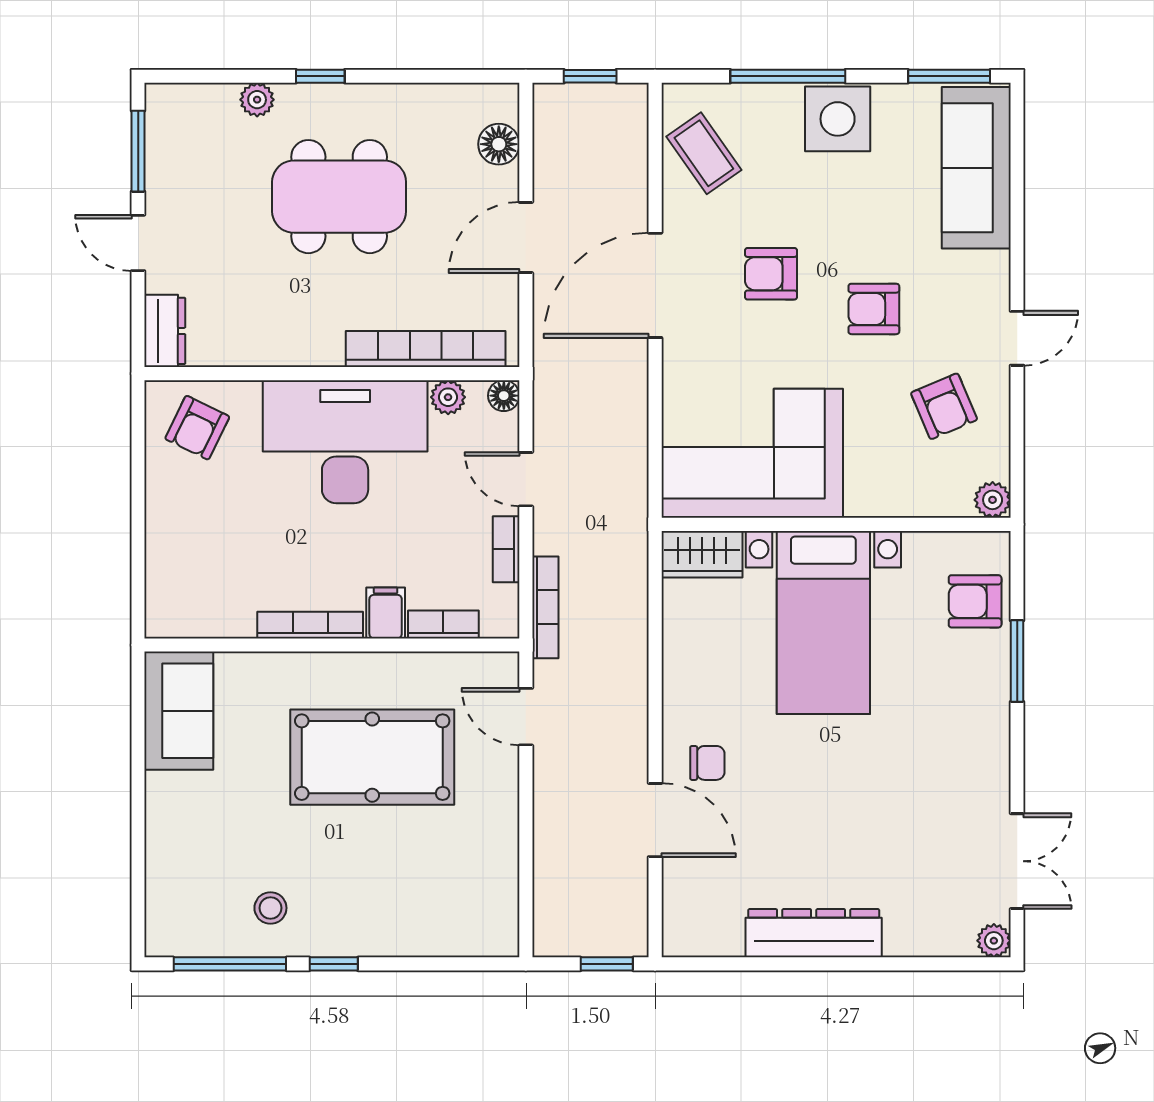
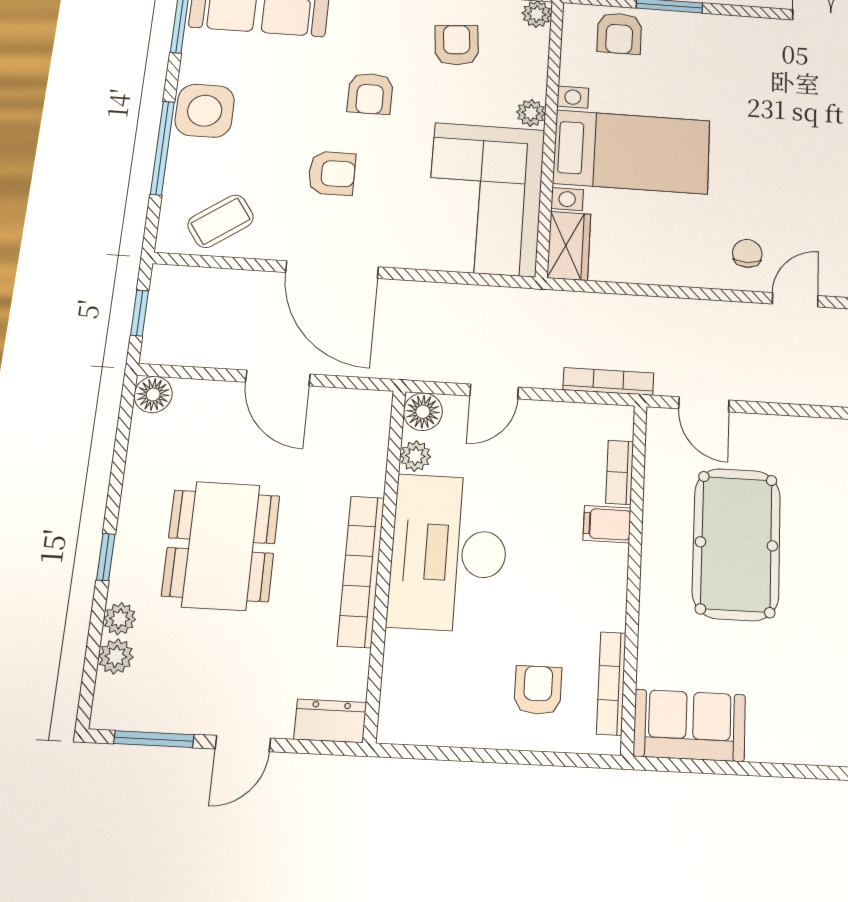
plant: (218, 101) -> (116, 656), added
floor lamp: (499, 144) -> (153, 395), moved
armchair: (771, 274) -> (332, 173), turned -90
bookcase: (426, 349) -> (361, 571), moved
floor lamp: (504, 396) -> (423, 412), width x1.37, depth x1.37
armchair: (944, 406) -> (457, 45), turned -72
armchair: (197, 428) -> (538, 690), moved, turned -116
plant: (864, 500) -> (531, 113), added
bookcase: (506, 549) -> (555, 413), removed
bookcase: (310, 625) -> (611, 683), moved
door: (526, 717) -> (704, 404), hinge flipped
door: (655, 820) -> (795, 300), width x0.73

